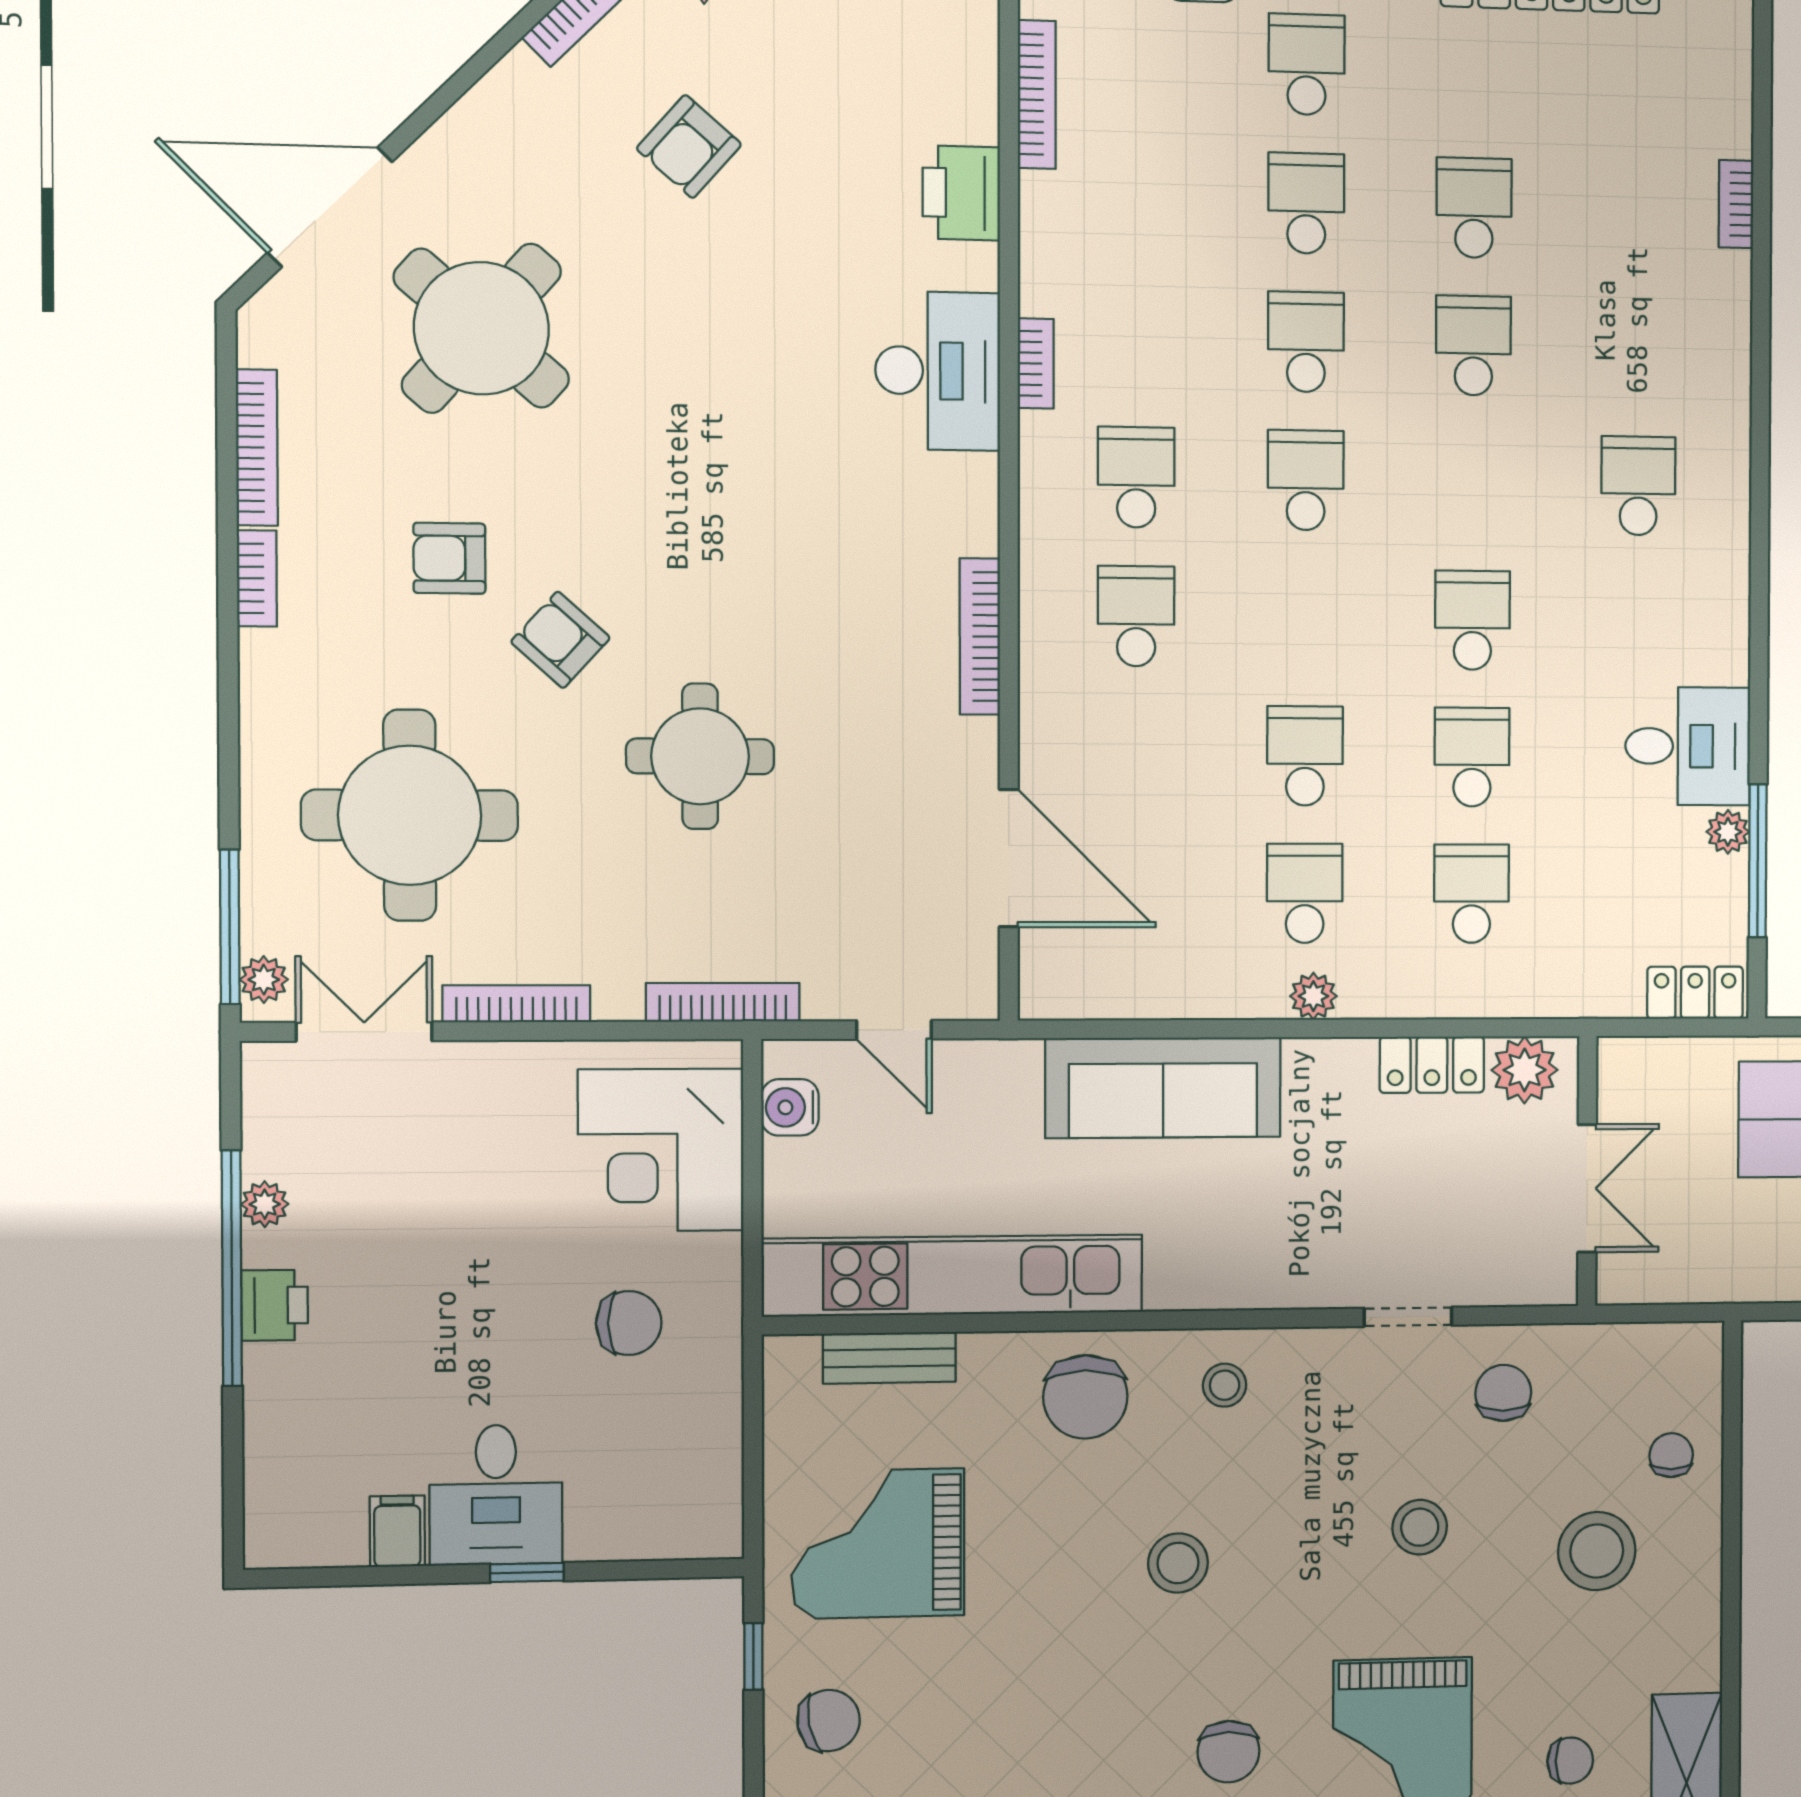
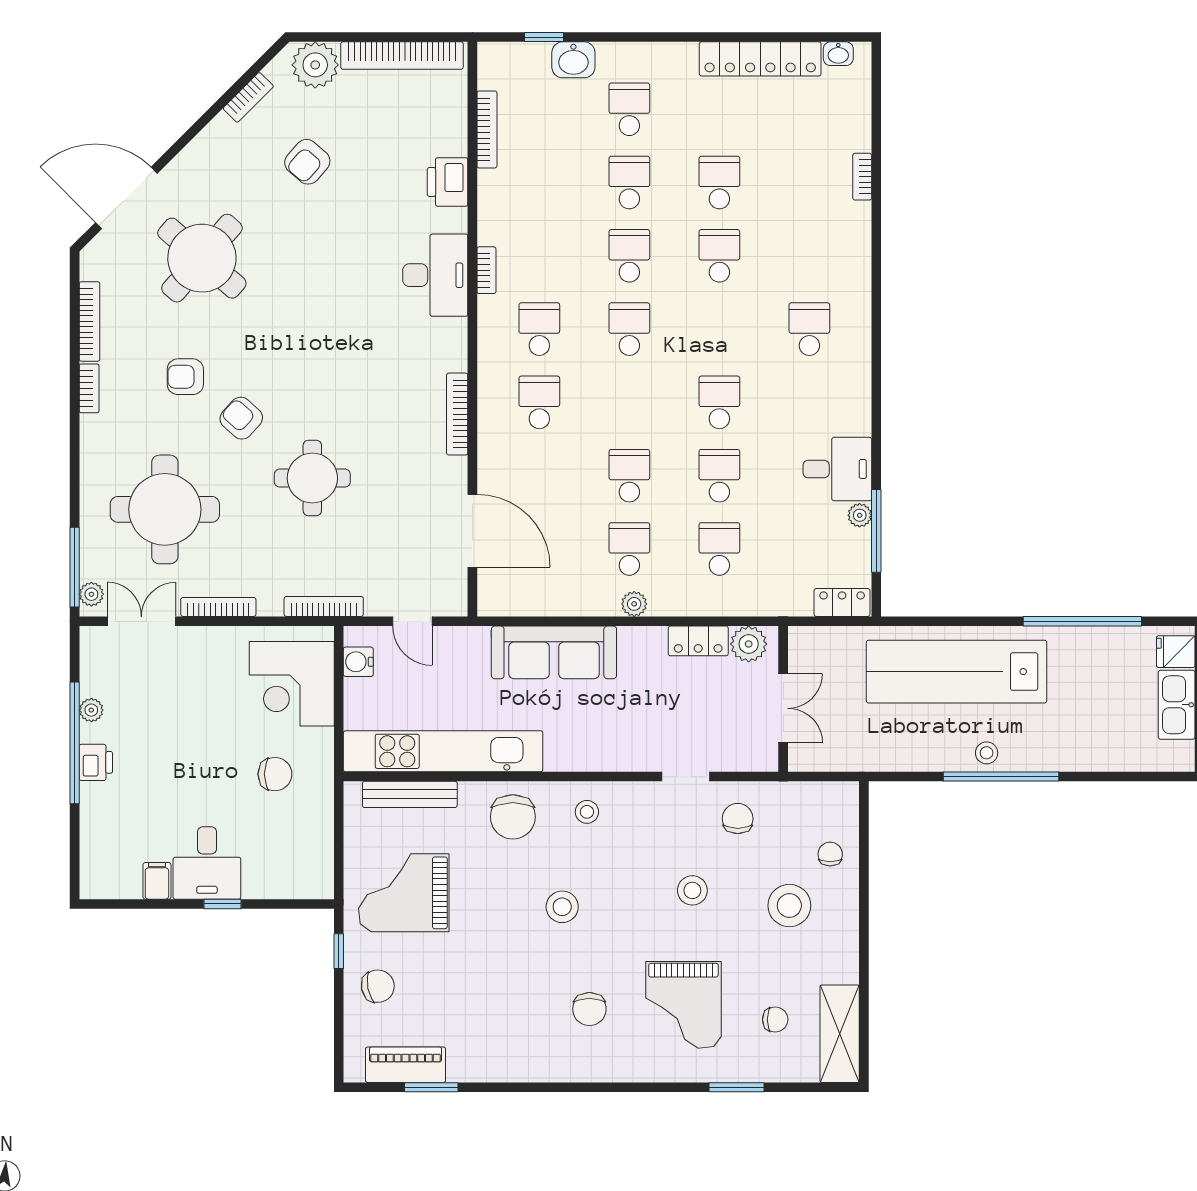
bench: (889, 1358) -> (410, 794), width x1.36

